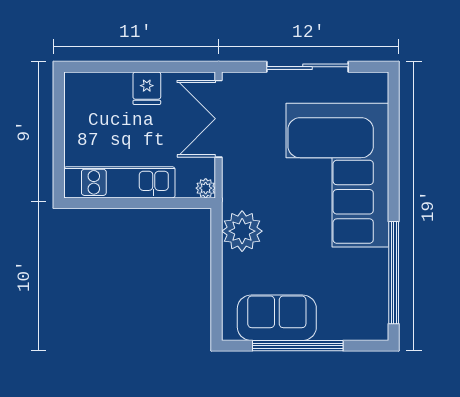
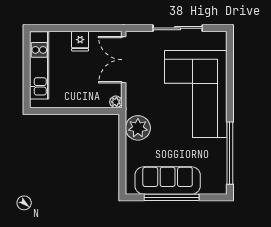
kitchen unit: (119, 182) -> (39, 65), moved, turned 90
sofa: (277, 318) -> (168, 180), width x1.36

